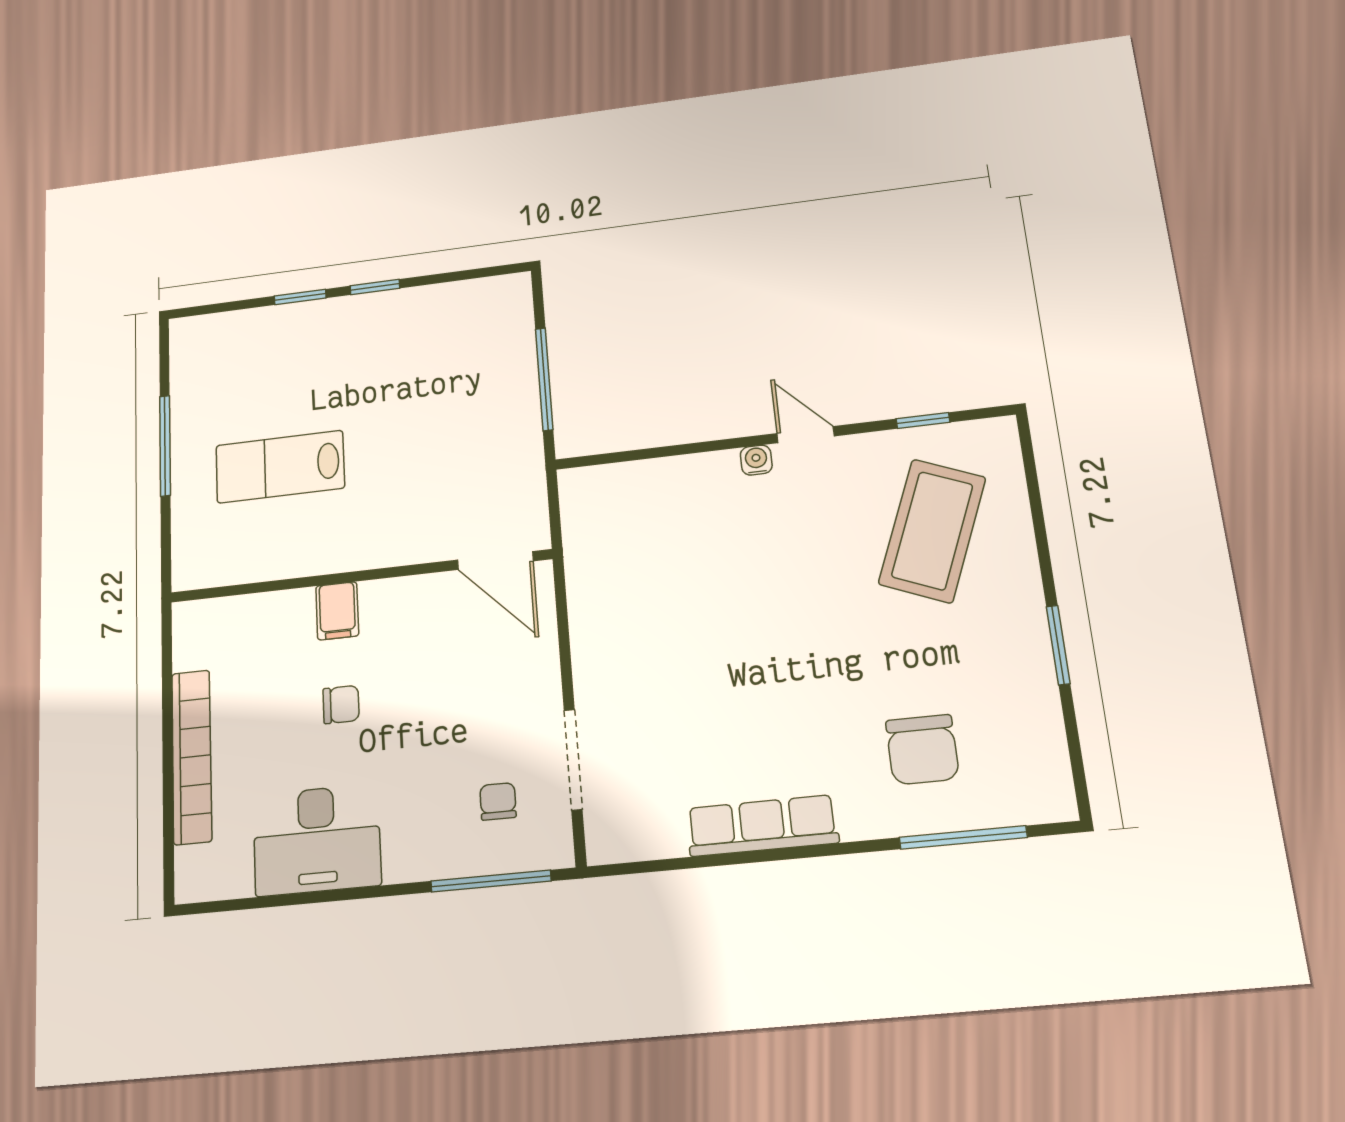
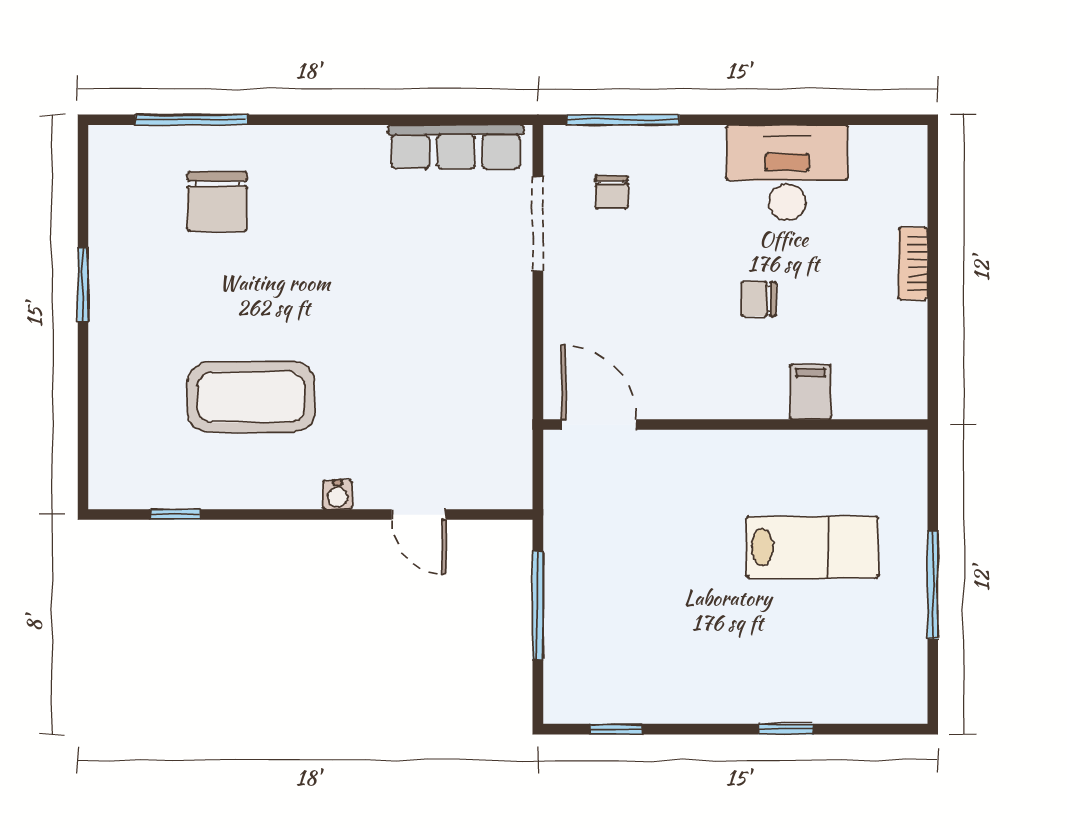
window: (375, 287) -> (616, 729), moved
door: (806, 435) -> (419, 515), moved
coffee table: (932, 531) -> (251, 397), moved, turned 68
filing cabinet: (337, 611) -> (811, 392), moved
chair: (922, 750) -> (217, 201), turned 180
bookcase: (192, 757) -> (913, 264), width x0.43, depth x0.76
row of seats: (762, 826) -> (456, 147), moved

